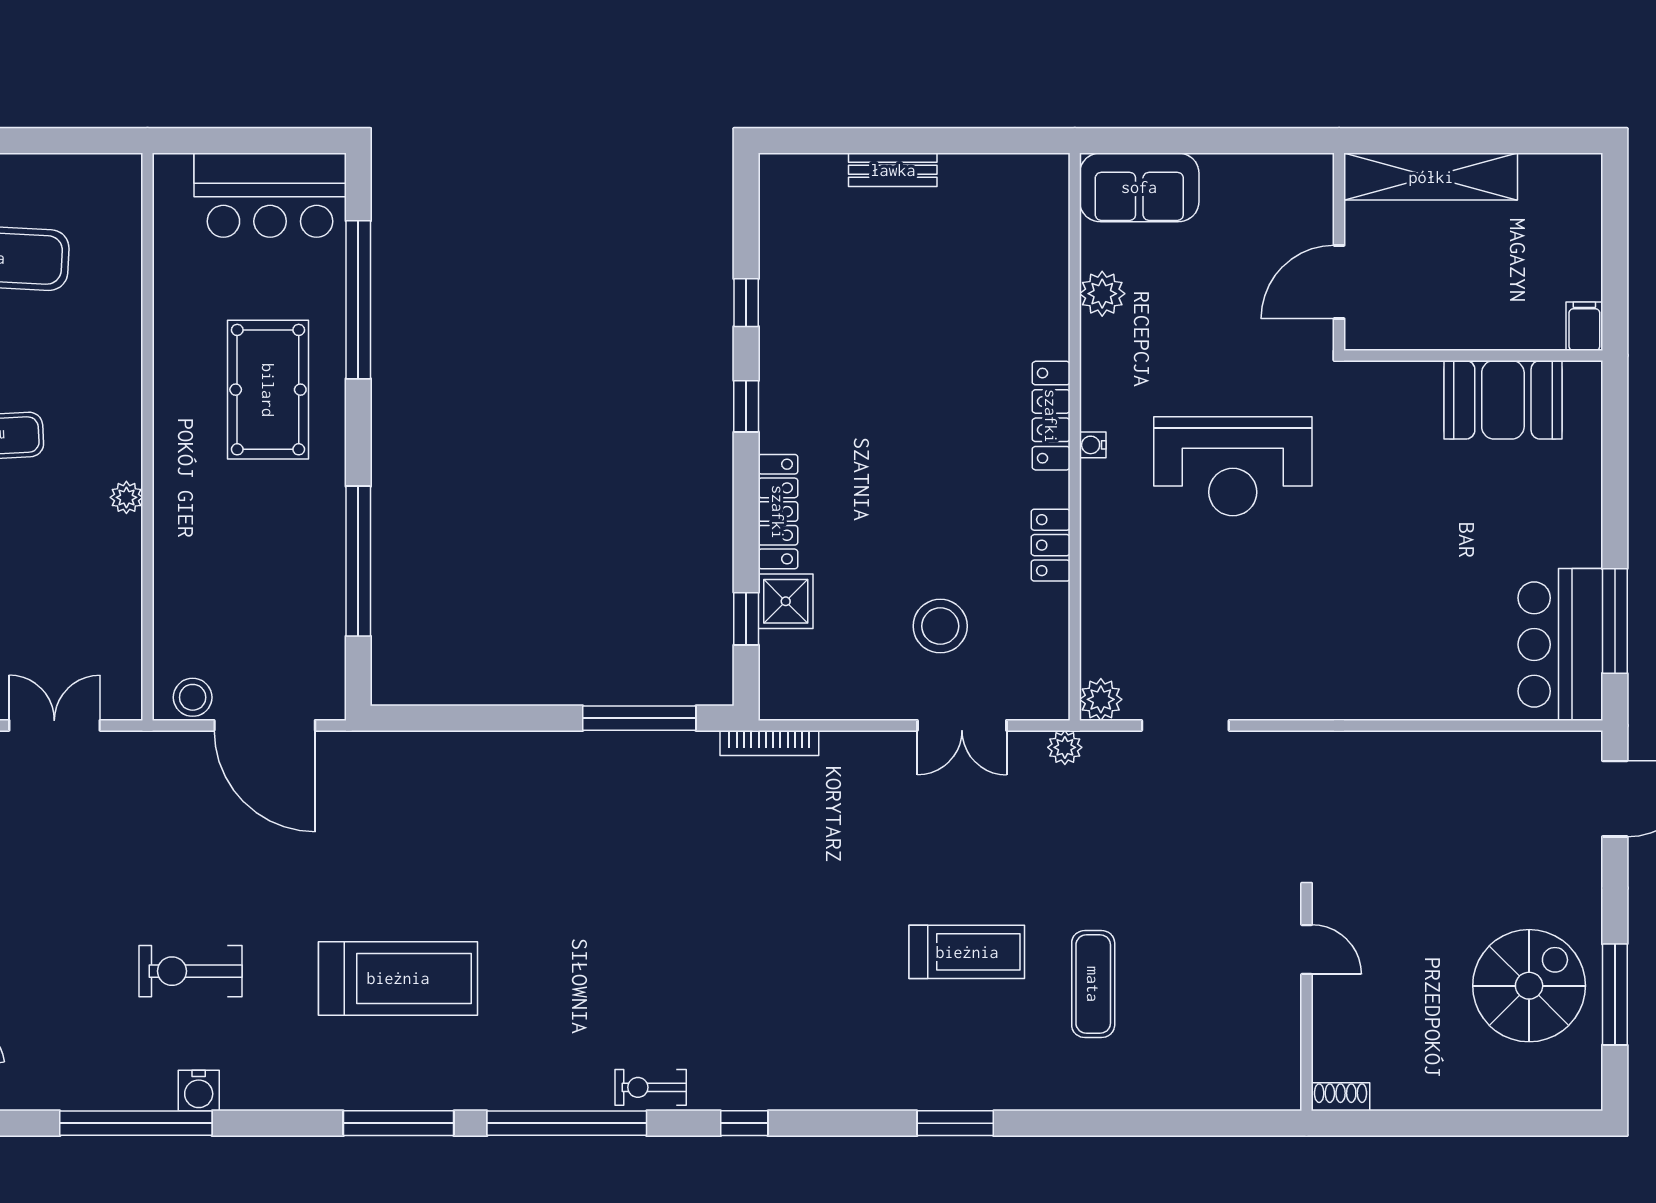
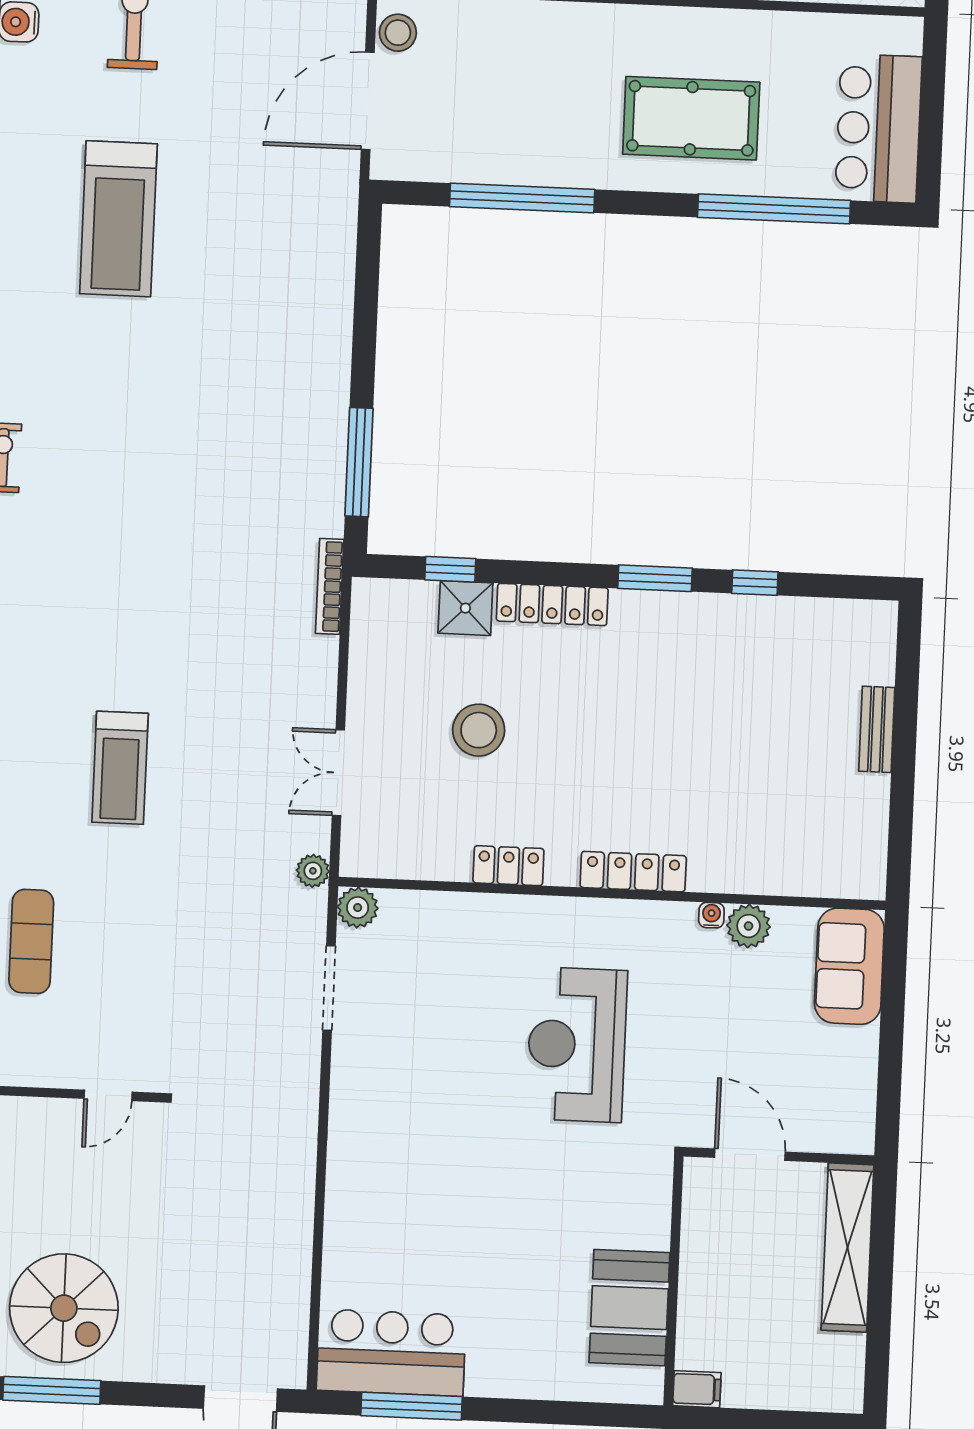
window: (746, 406) -> (655, 578), width x1.50
water cooler: (1093, 445) -> (711, 915), moved
stool: (940, 626) -> (479, 730), moved
exercise mat: (1093, 984) -> (31, 941), moved, turned 90

